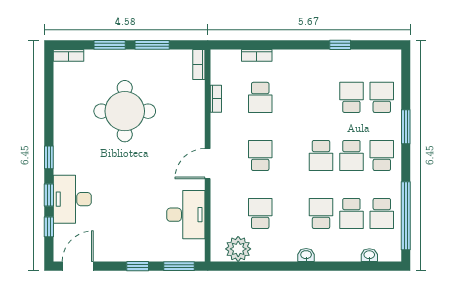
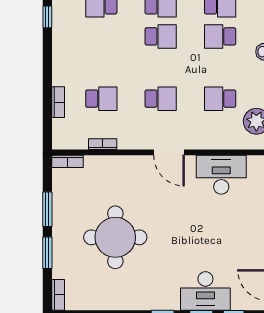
school desk: (260, 155) -> (161, 99), turned 180

